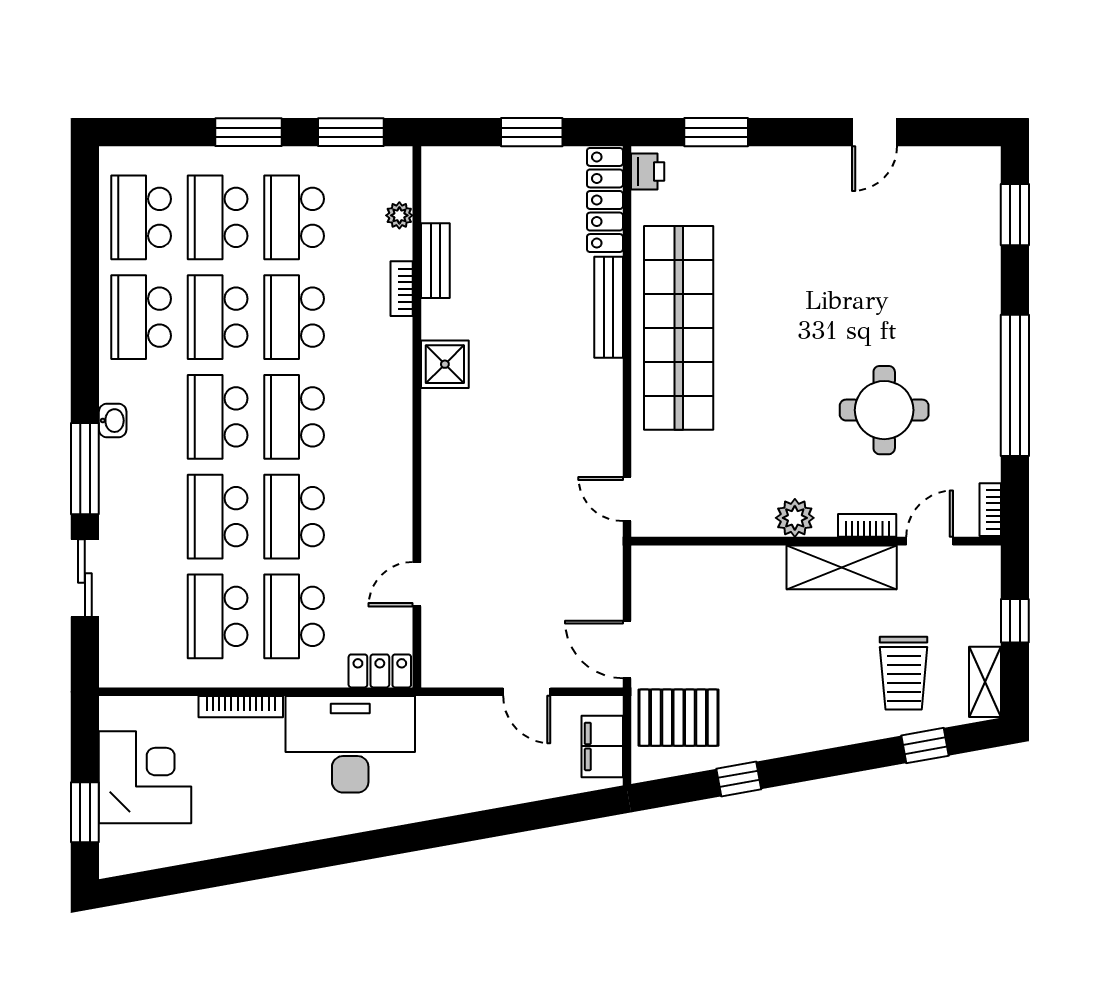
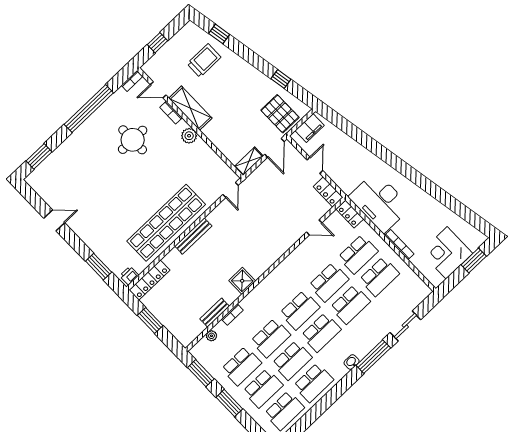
bench: (609, 307) -> (193, 236), moved
locker: (456, 670) -> (328, 192), added
shelving: (985, 682) -> (249, 161), moved

